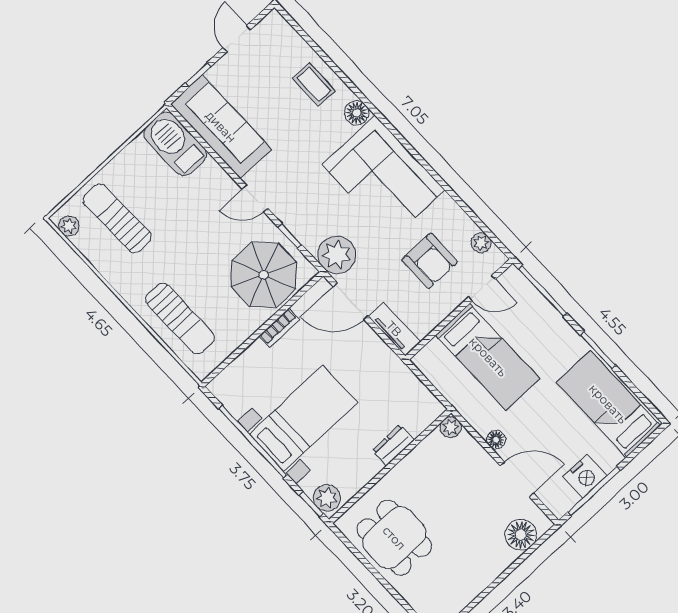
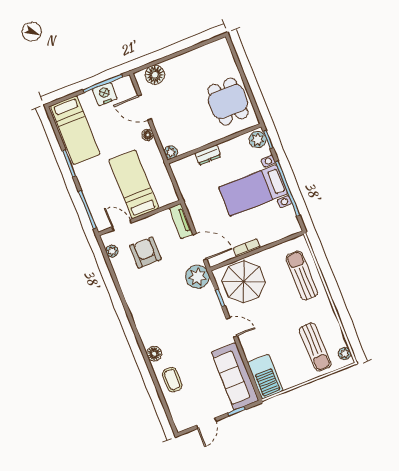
corner sofa: (383, 177) -> (153, 311), removed

